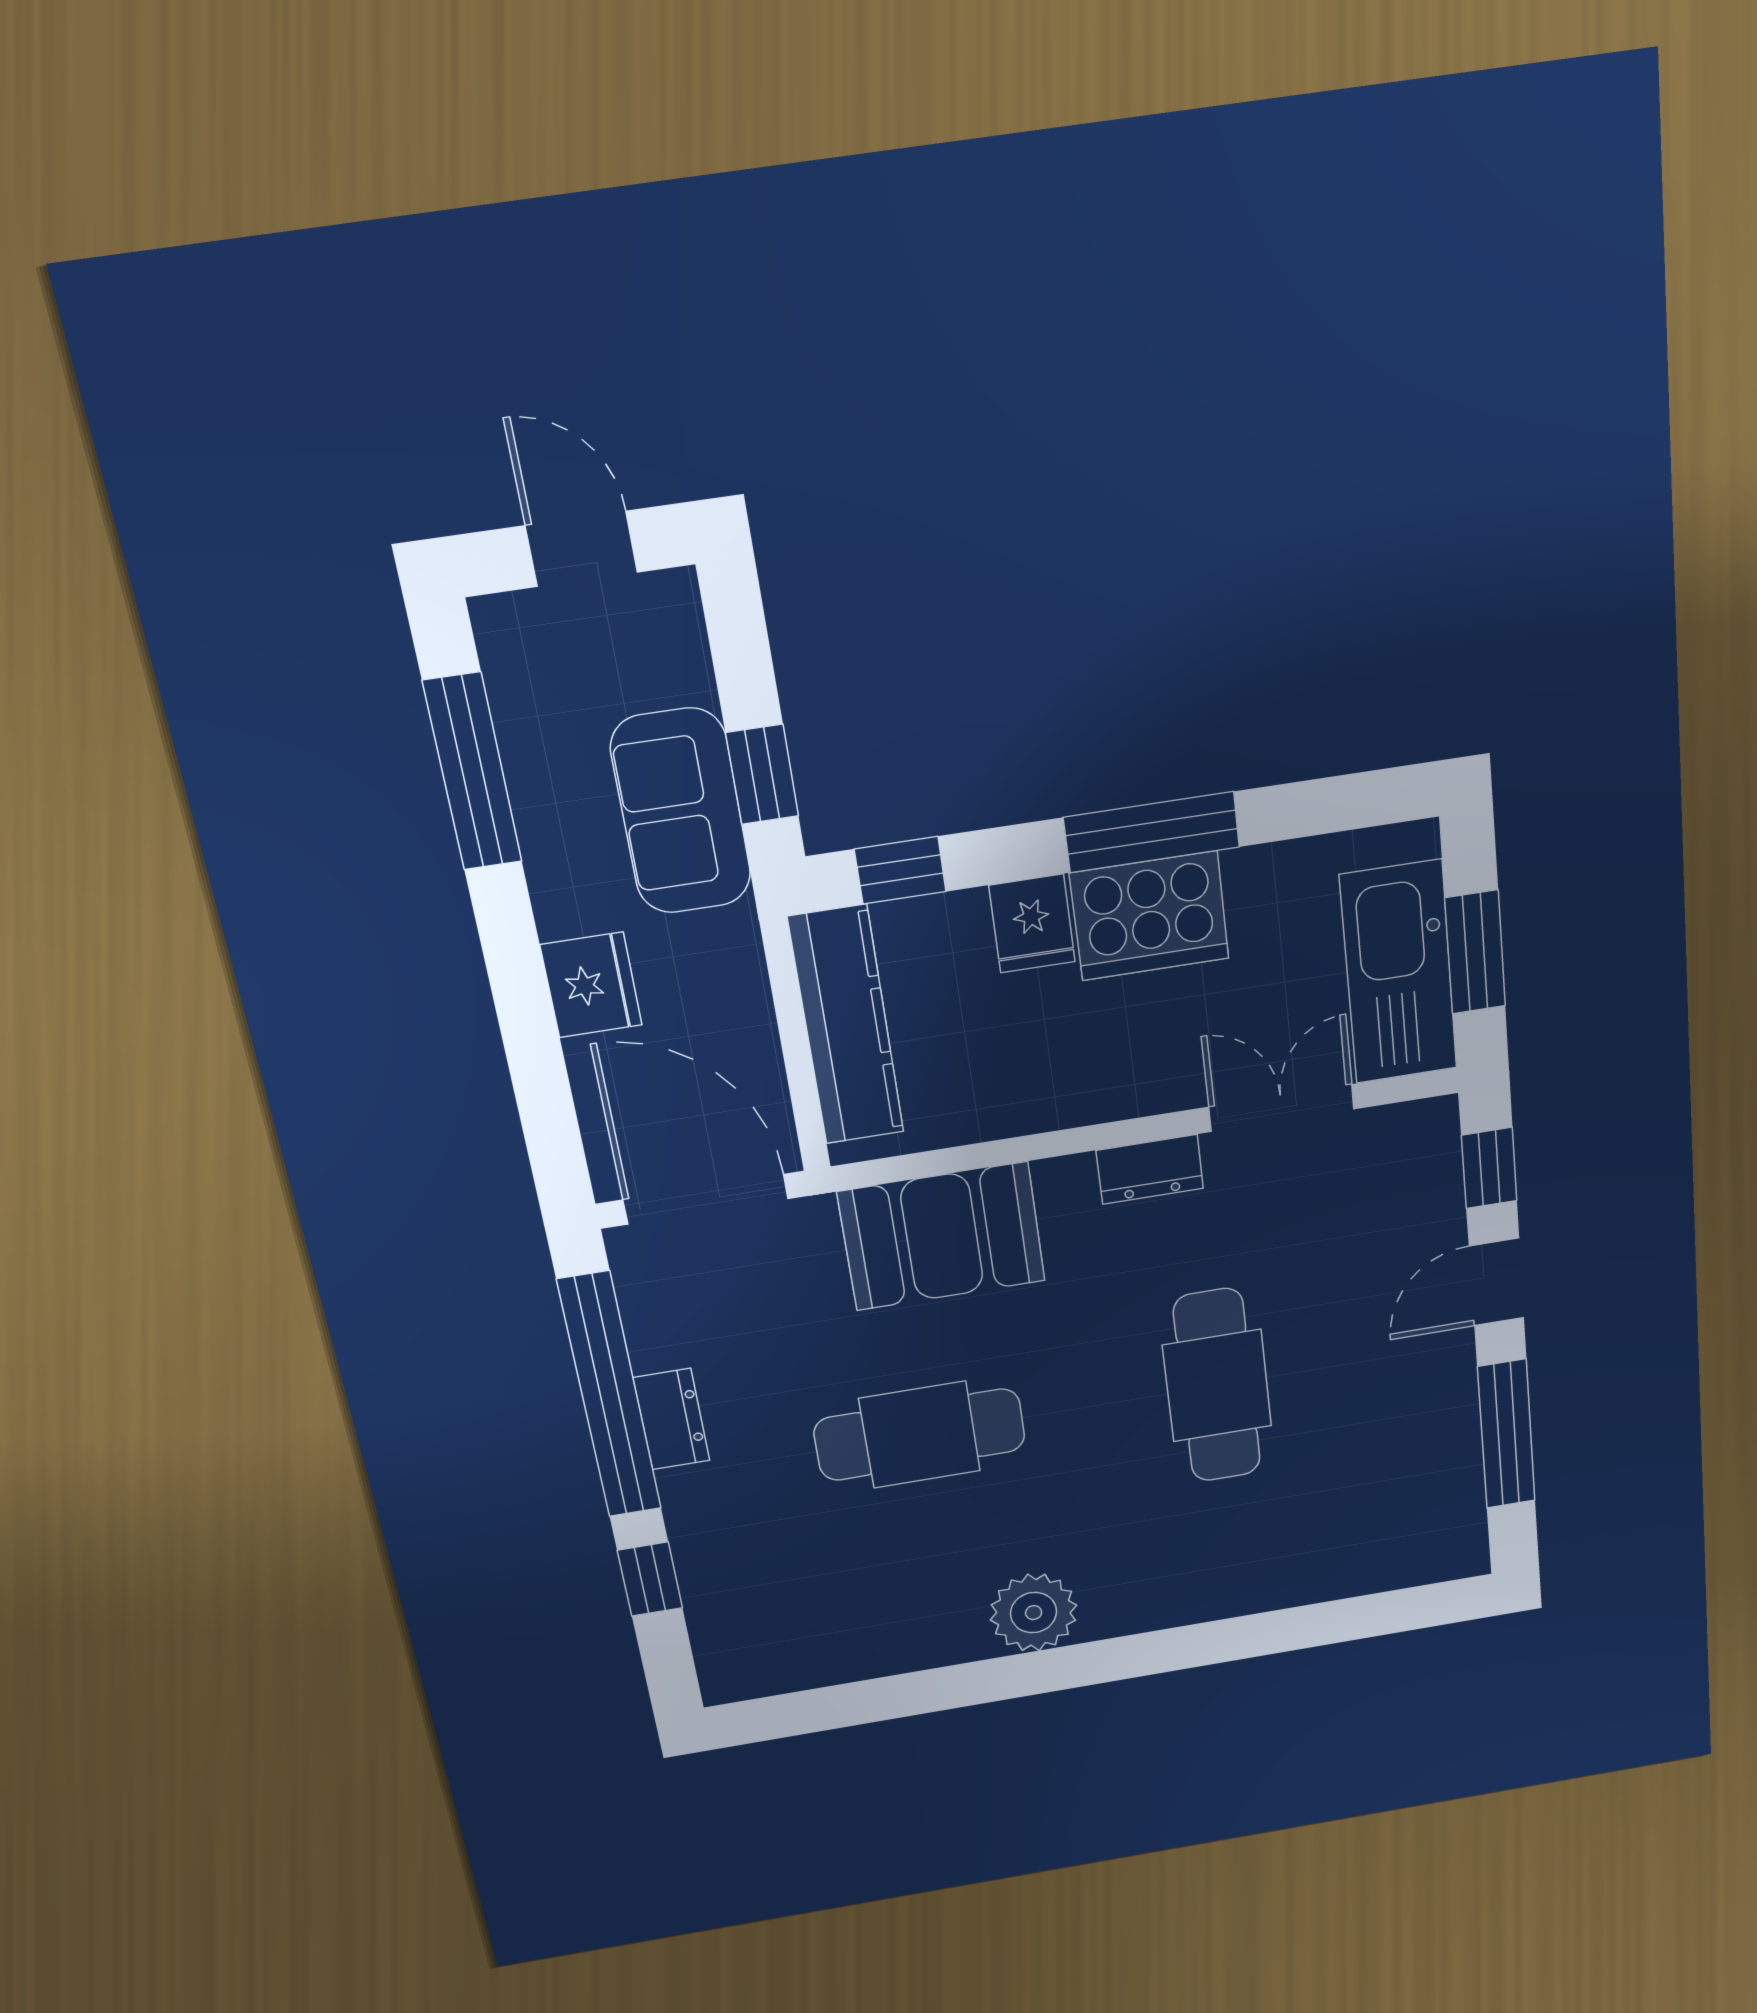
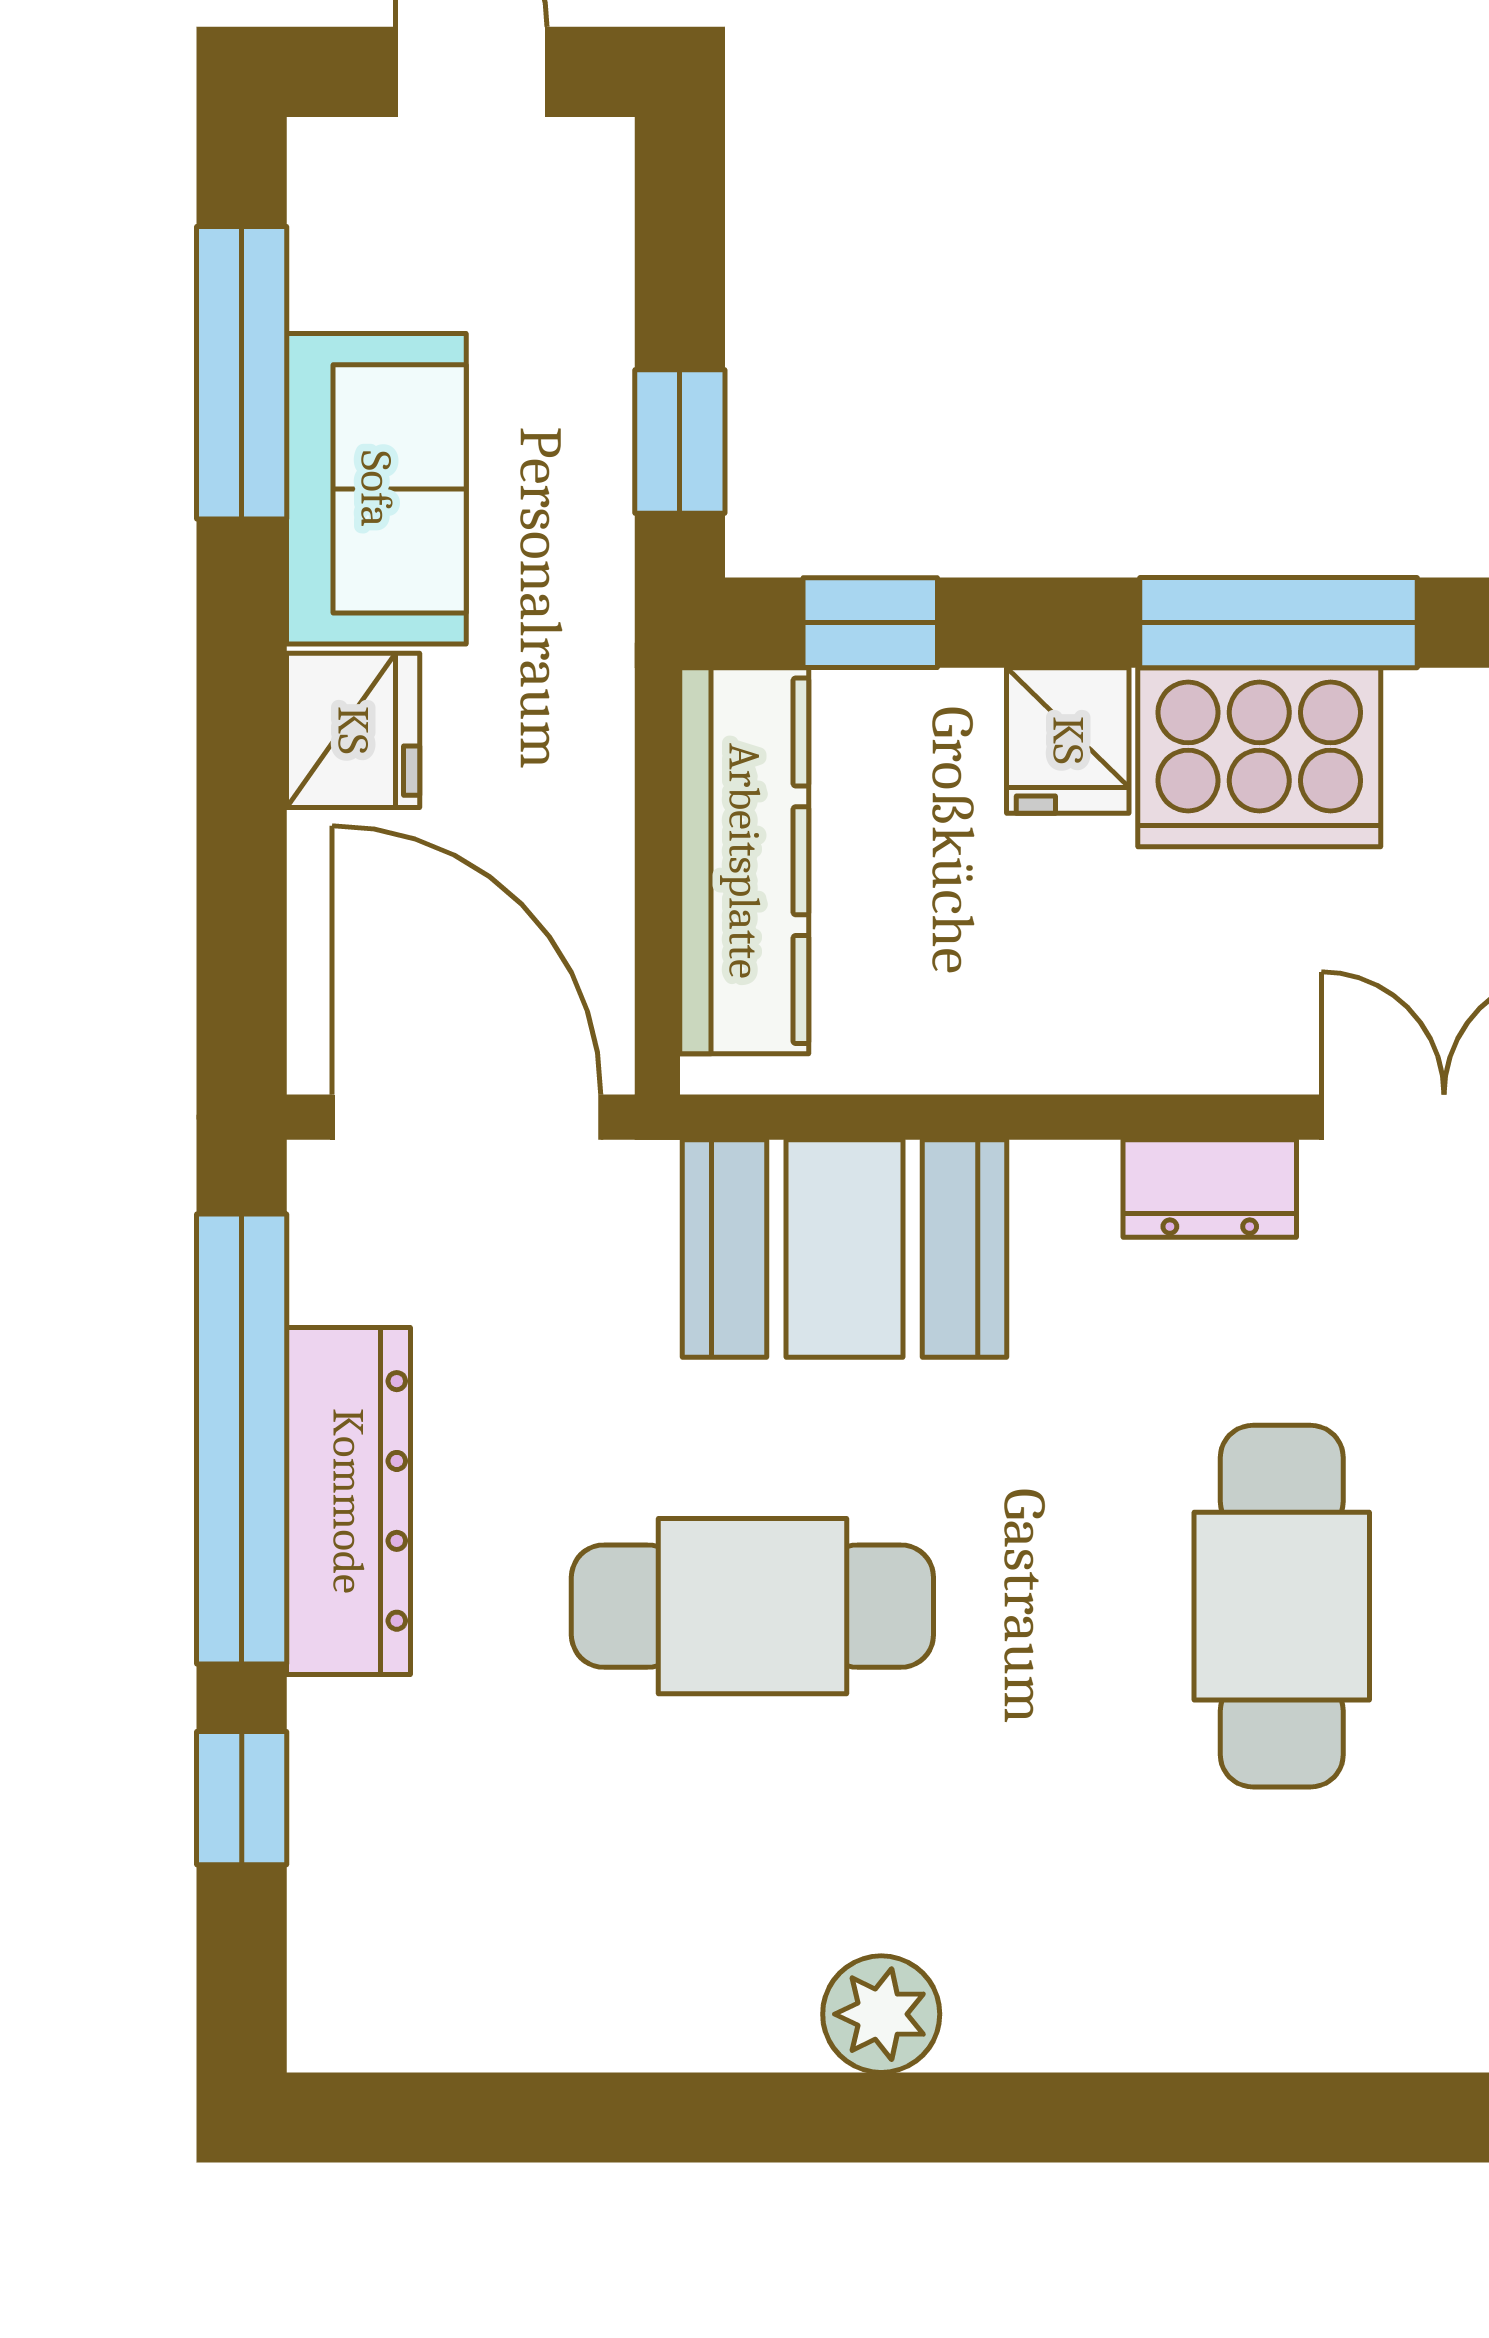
sofa: (681, 811) -> (376, 489), moved, turned 180
dresser: (671, 1419) -> (348, 1501), width x1.96, depth x1.24
plant: (1034, 1613) -> (881, 2014), width x0.73, depth x0.73

